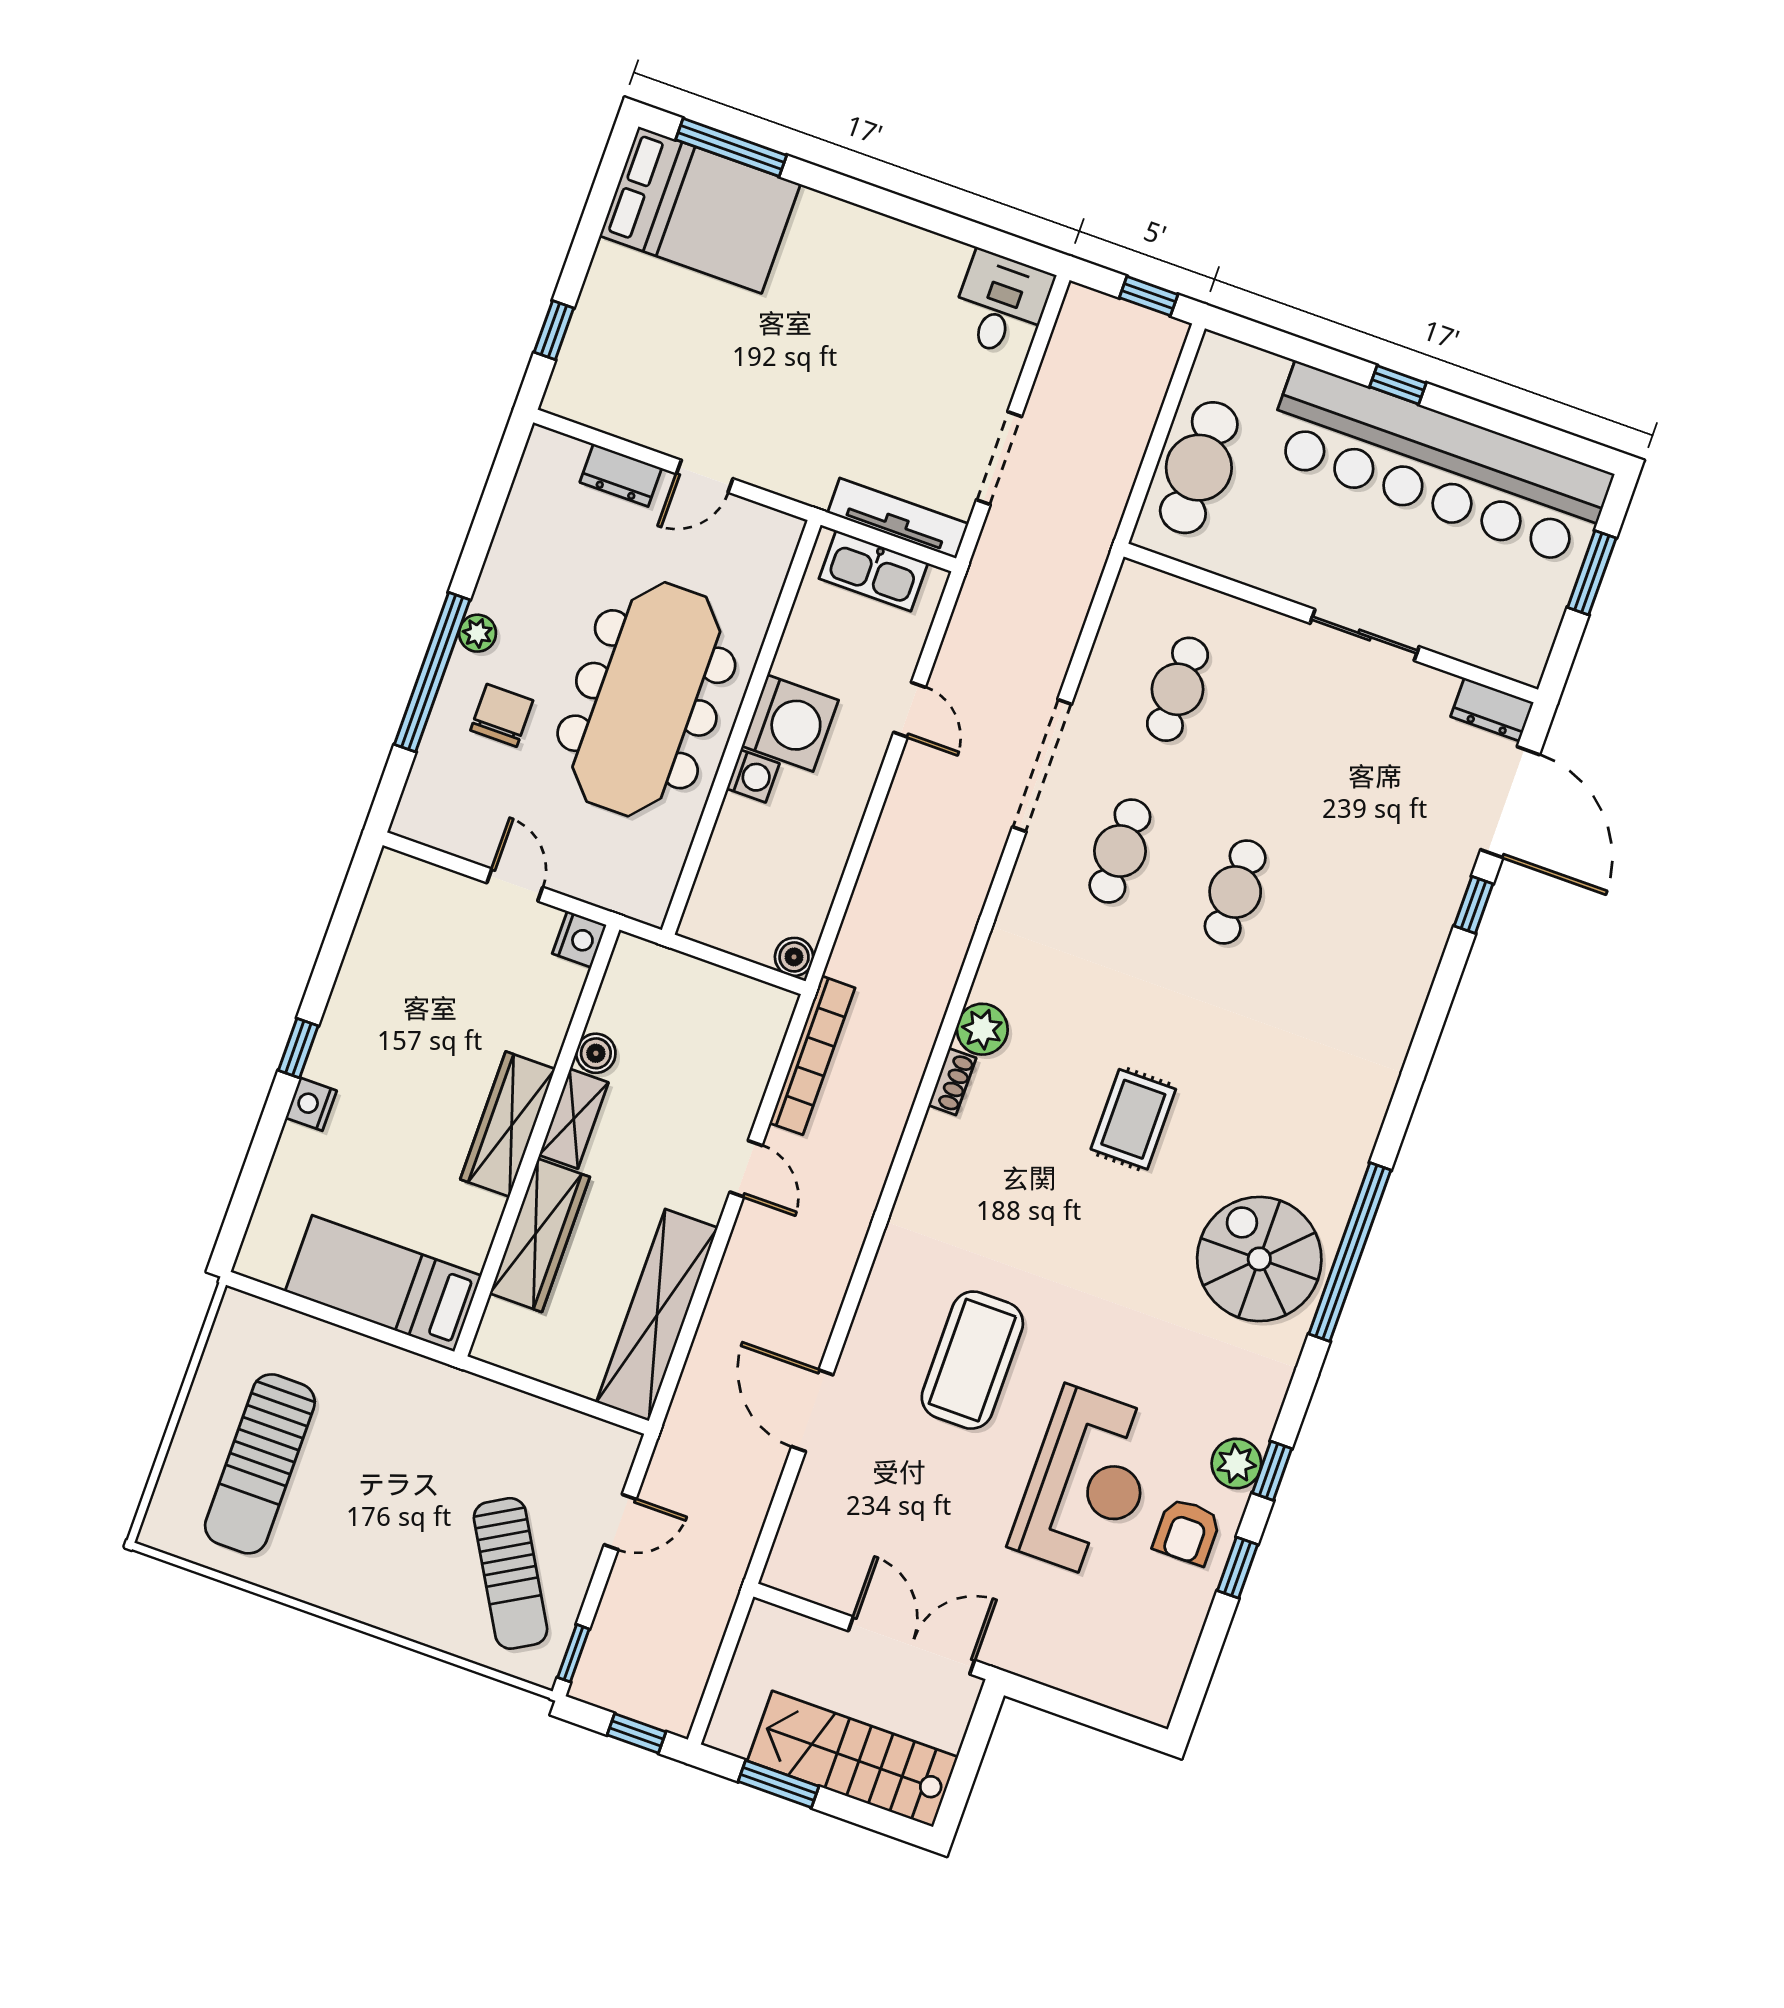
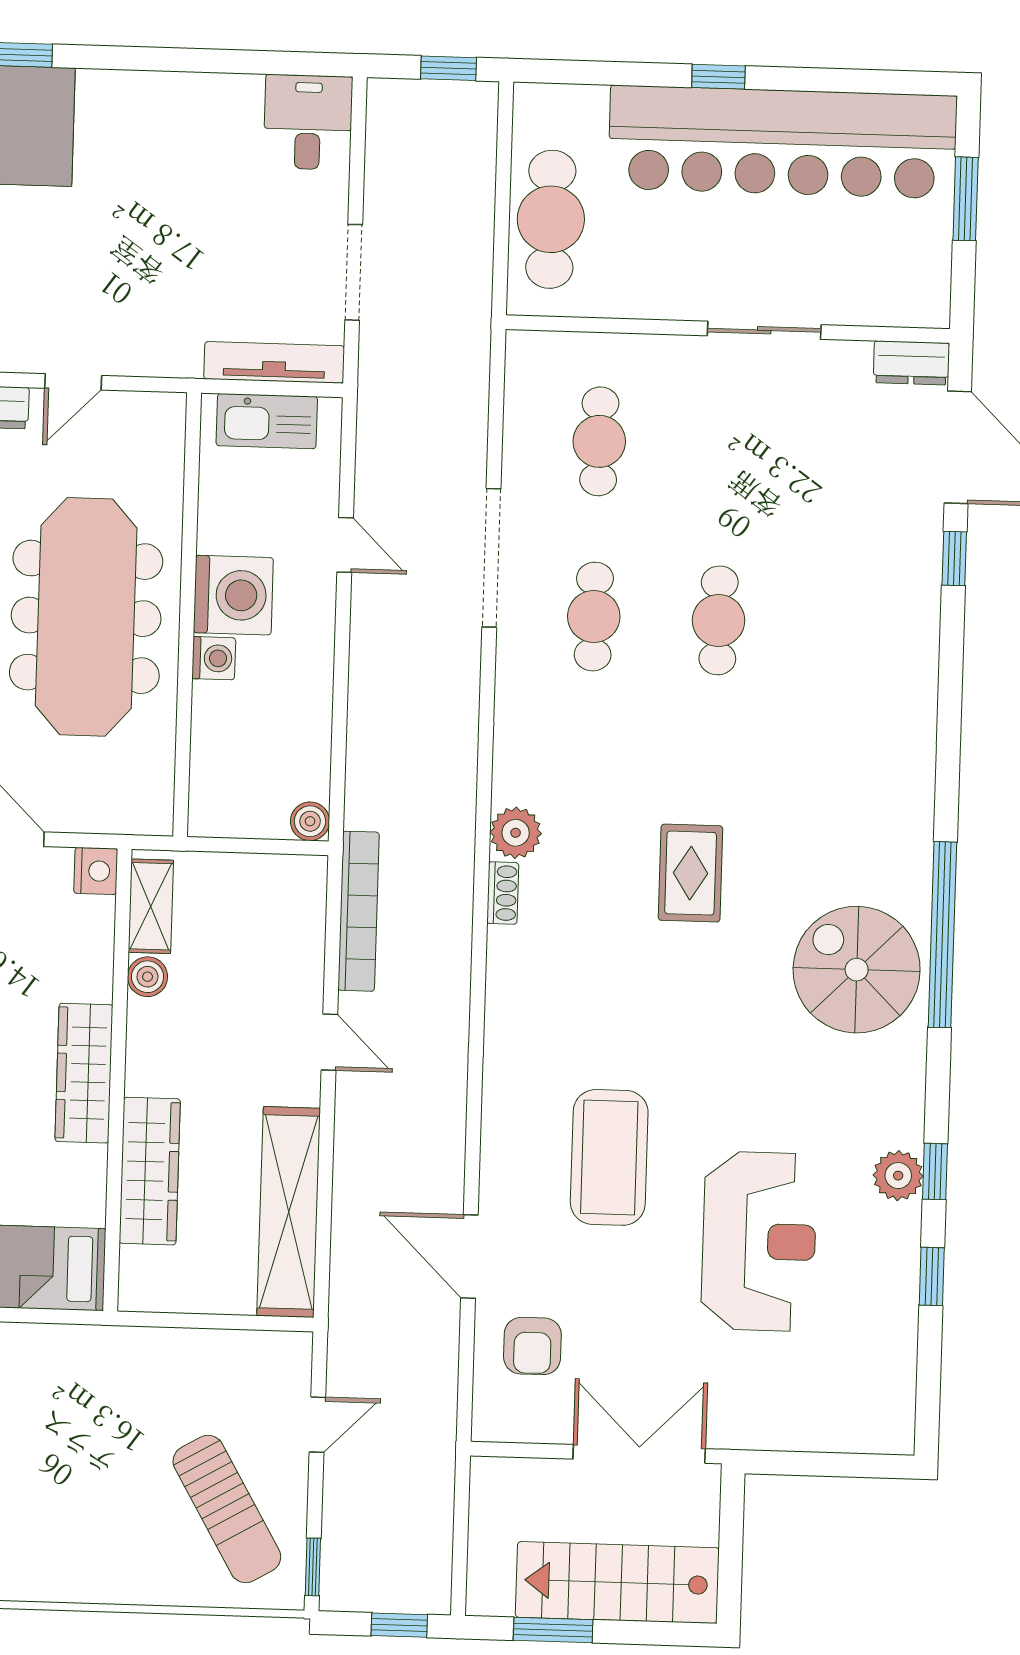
shelving: (574, 1119) -> (151, 906), moved
armchair: (1187, 1532) -> (532, 1346), moved

